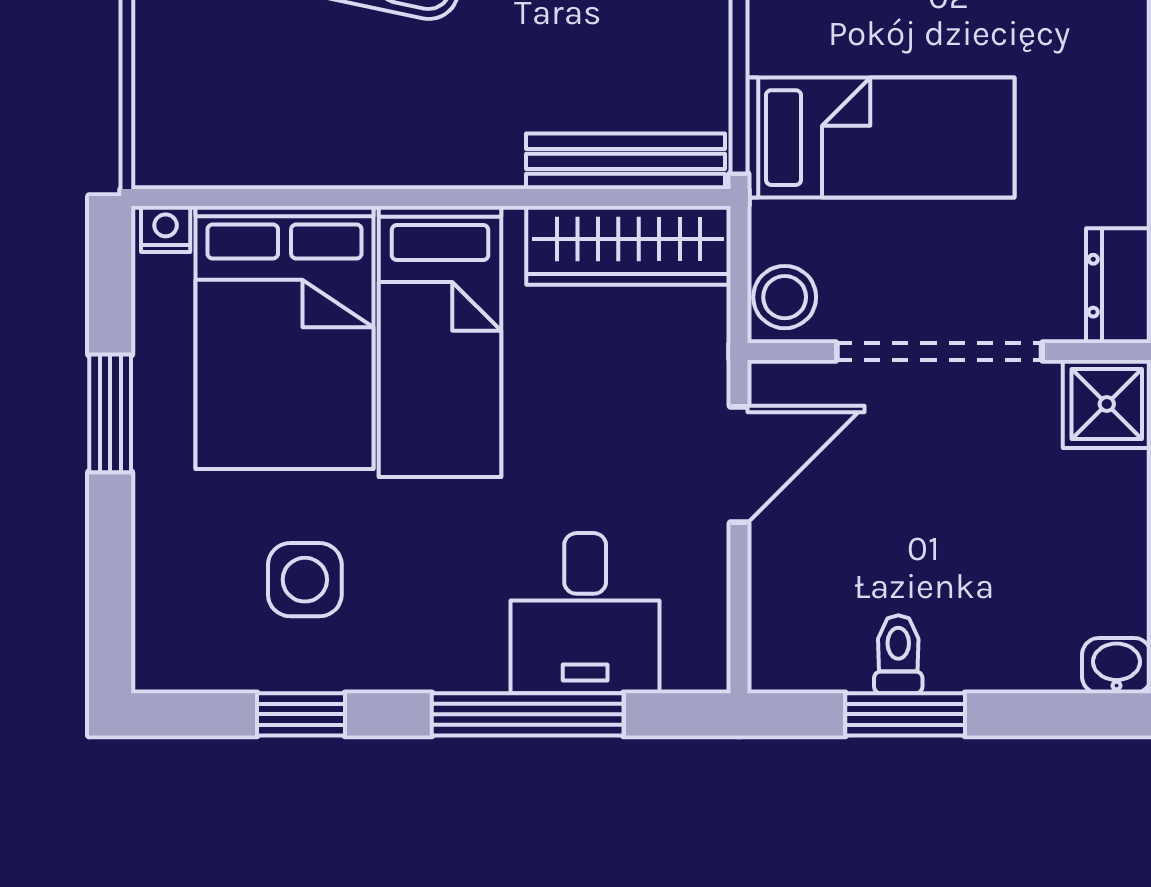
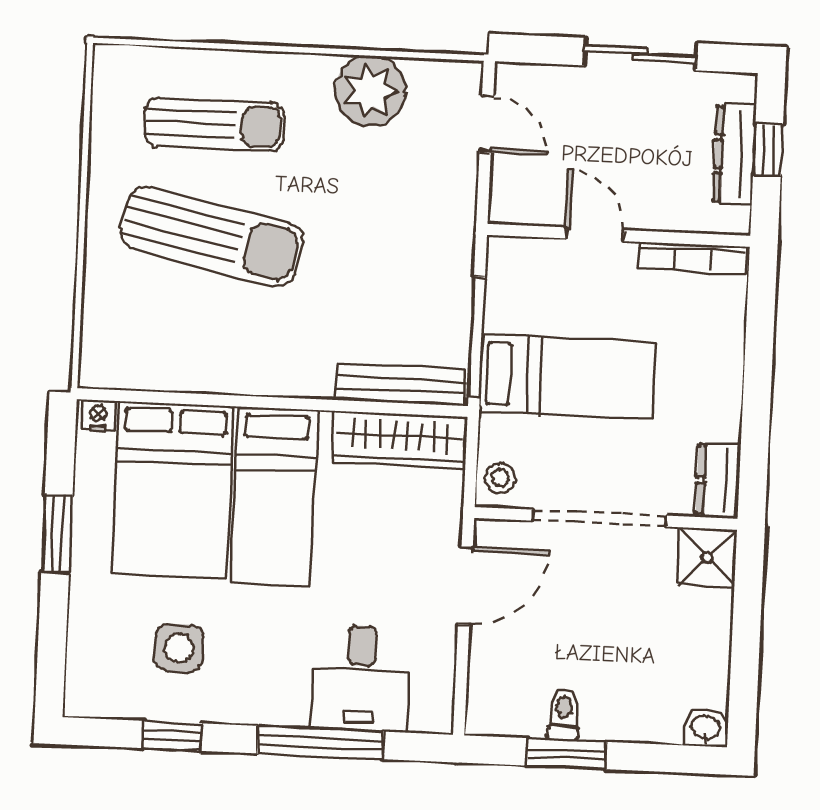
stool: (785, 297) -> (500, 478), width x0.73, depth x0.73

